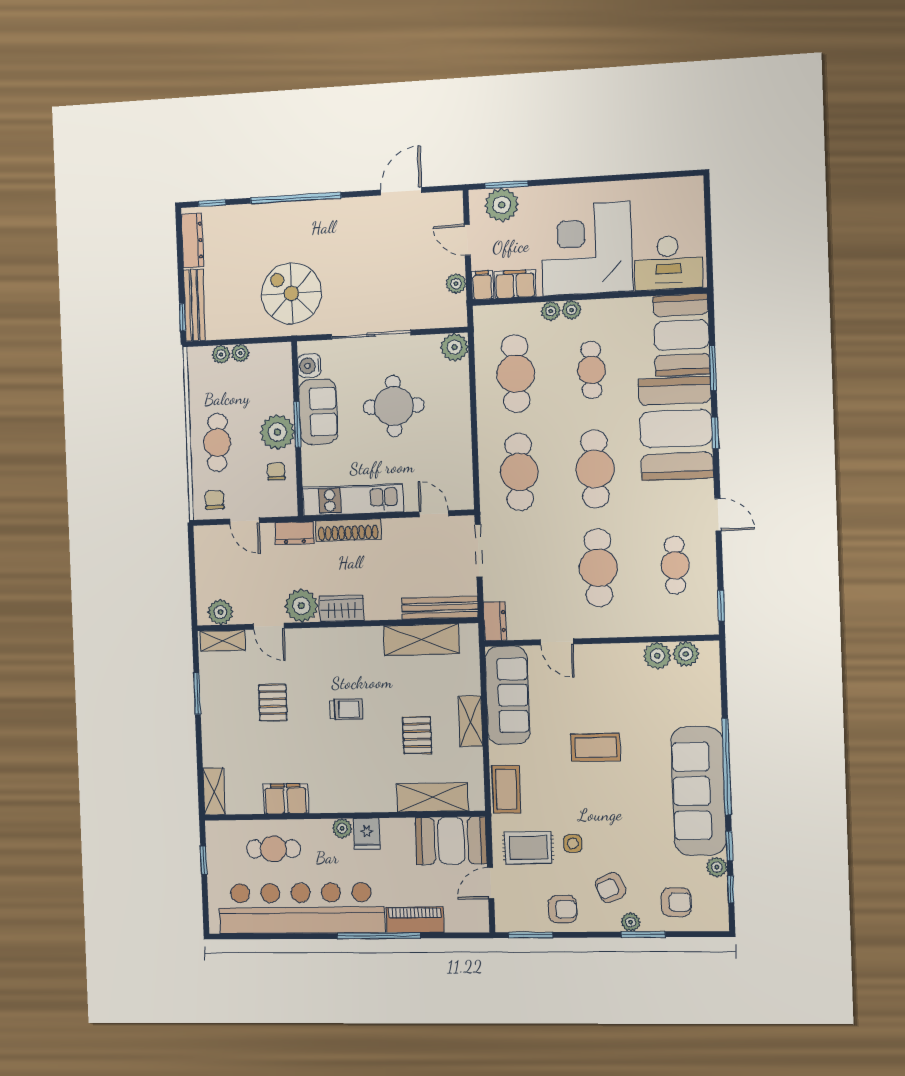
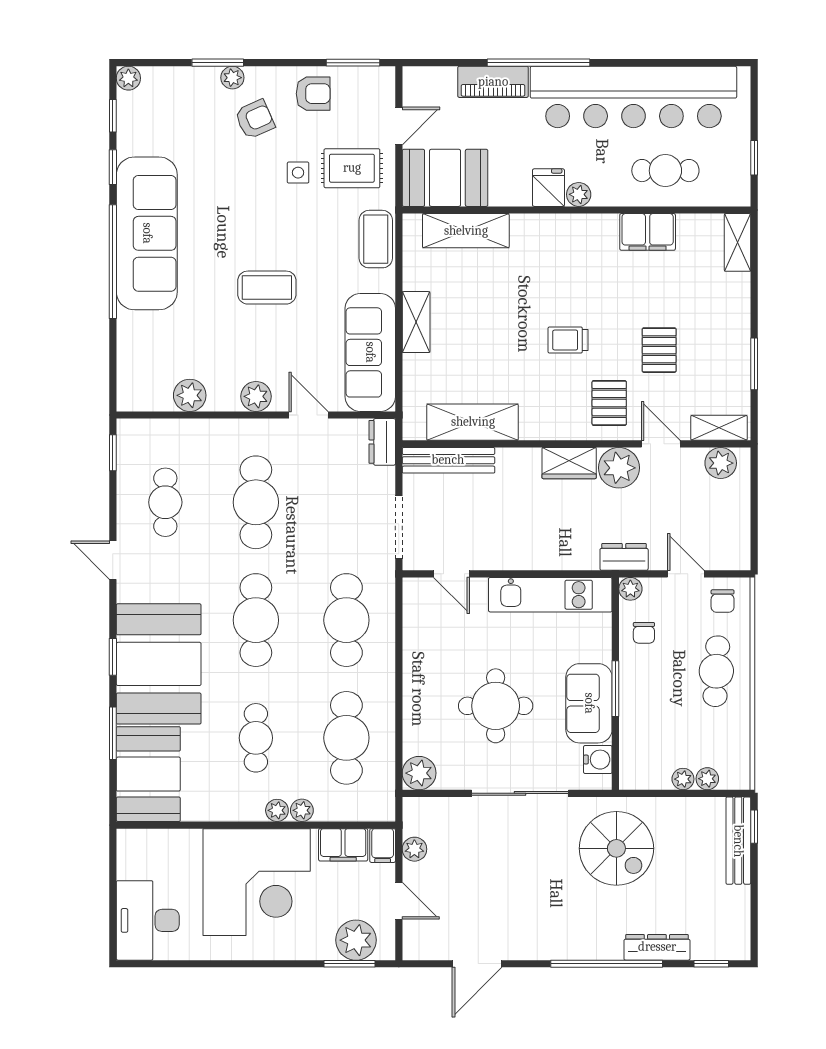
dresser: (192, 241) -> (657, 947), moved, turned 90
desk: (668, 263) -> (148, 920), moved, turned -90
plant: (277, 432) -> (630, 589), moved, width x0.53, depth x0.53
shoe rack: (348, 530) -> (557, 558), removed
plant: (686, 654) -> (256, 396), moved
pallet: (417, 735) -> (609, 403), moved
plant: (717, 867) -> (128, 78), moved
armchair: (676, 902) -> (178, 101), removed
armchair: (563, 909) -> (313, 94), turned 180

